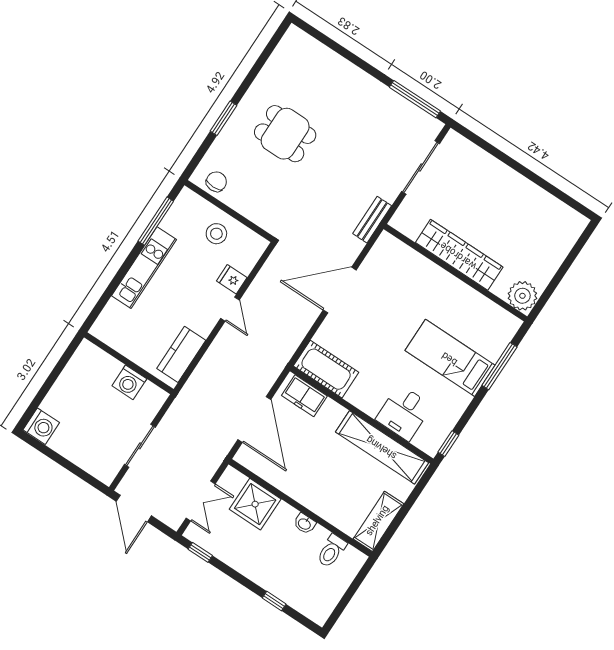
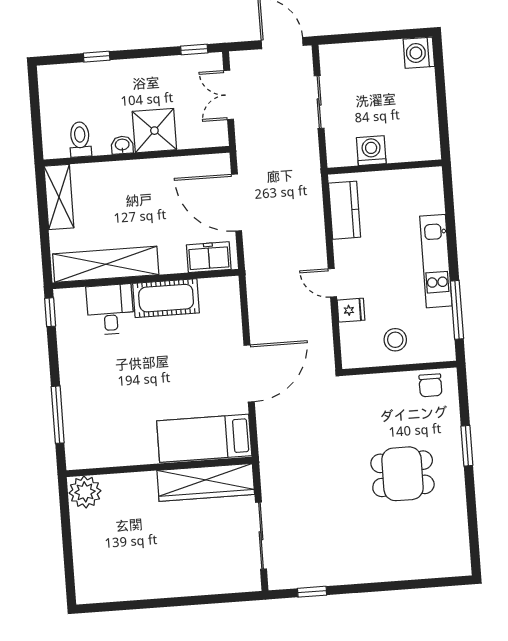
window: (415, 99) -> (312, 592), width x0.46
bench: (372, 220) -> (268, 457), removed
wardrobe: (459, 255) -> (206, 482), moved
bed: (450, 358) -> (204, 438), moved, turned 180
cot: (326, 369) -> (166, 298), moved
shower: (255, 504) -> (154, 131), moved

